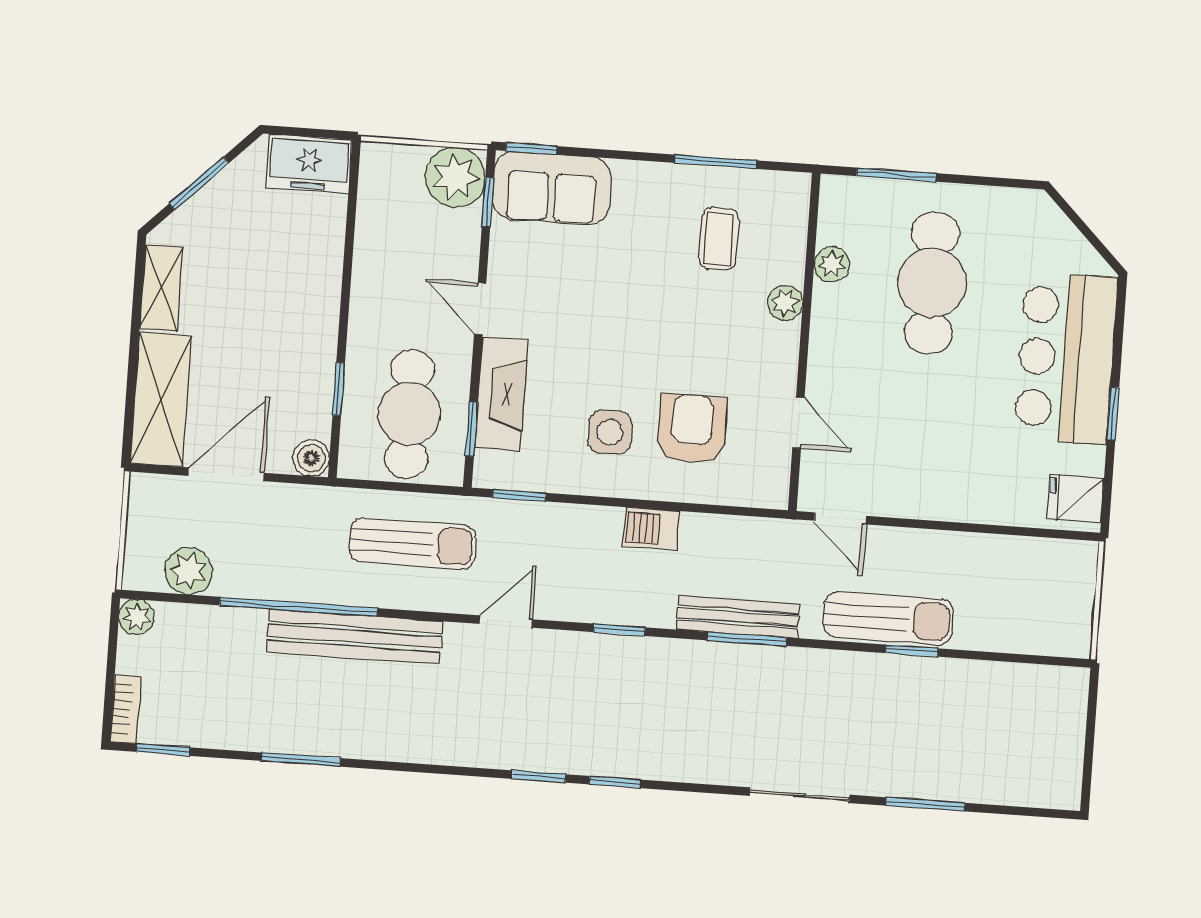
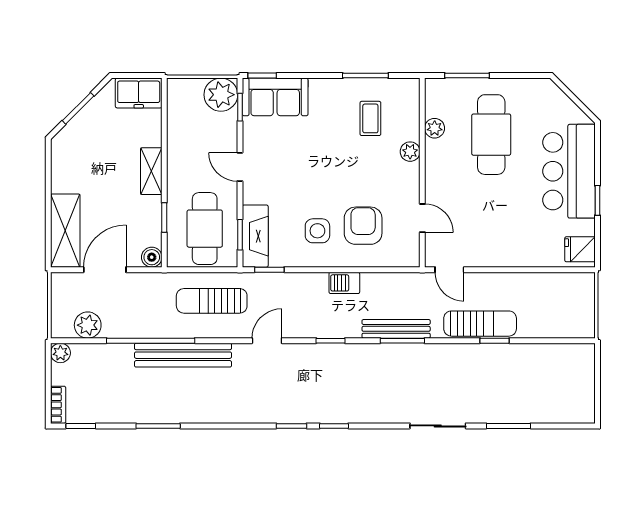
shelving: (161, 288) -> (151, 171), moved
fireplace: (501, 394) -> (255, 236), moved
sun lounger: (413, 543) -> (212, 301), turned 180

